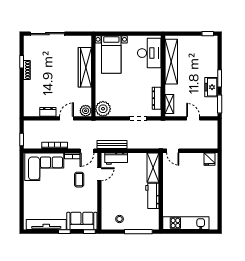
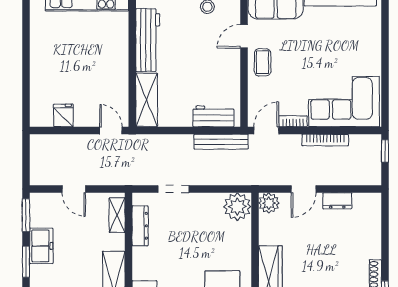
fridge: (210, 159) -> (63, 115), moved
door: (99, 174) -> (244, 36), moved
coffee table: (79, 180) -> (263, 62), moved
workbench: (152, 196) -> (148, 40), width x1.38

